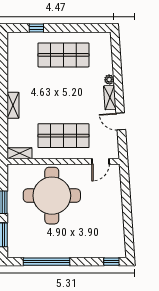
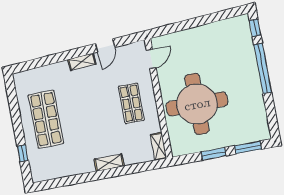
plant: (109, 80) -> (63, 66), removed
shop shelf: (63, 136) -> (131, 103), width x0.70, depth x0.74
door: (101, 161) -> (151, 59), hinge flipped
window: (46, 262) -> (263, 68), moved

